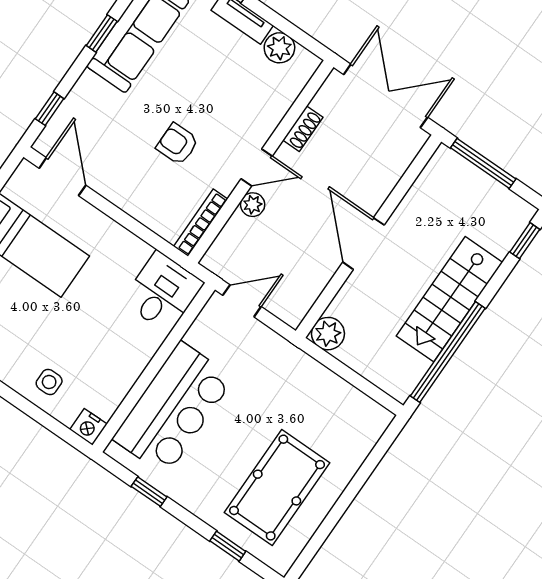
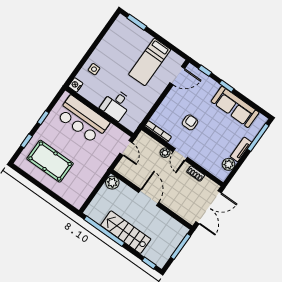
window: (102, 33) -> (227, 86), moved
door: (363, 244) -> (149, 197), hinge flipped
desk: (163, 292) -> (116, 105), moved, turned 90
window: (149, 492) -> (43, 118), moved

